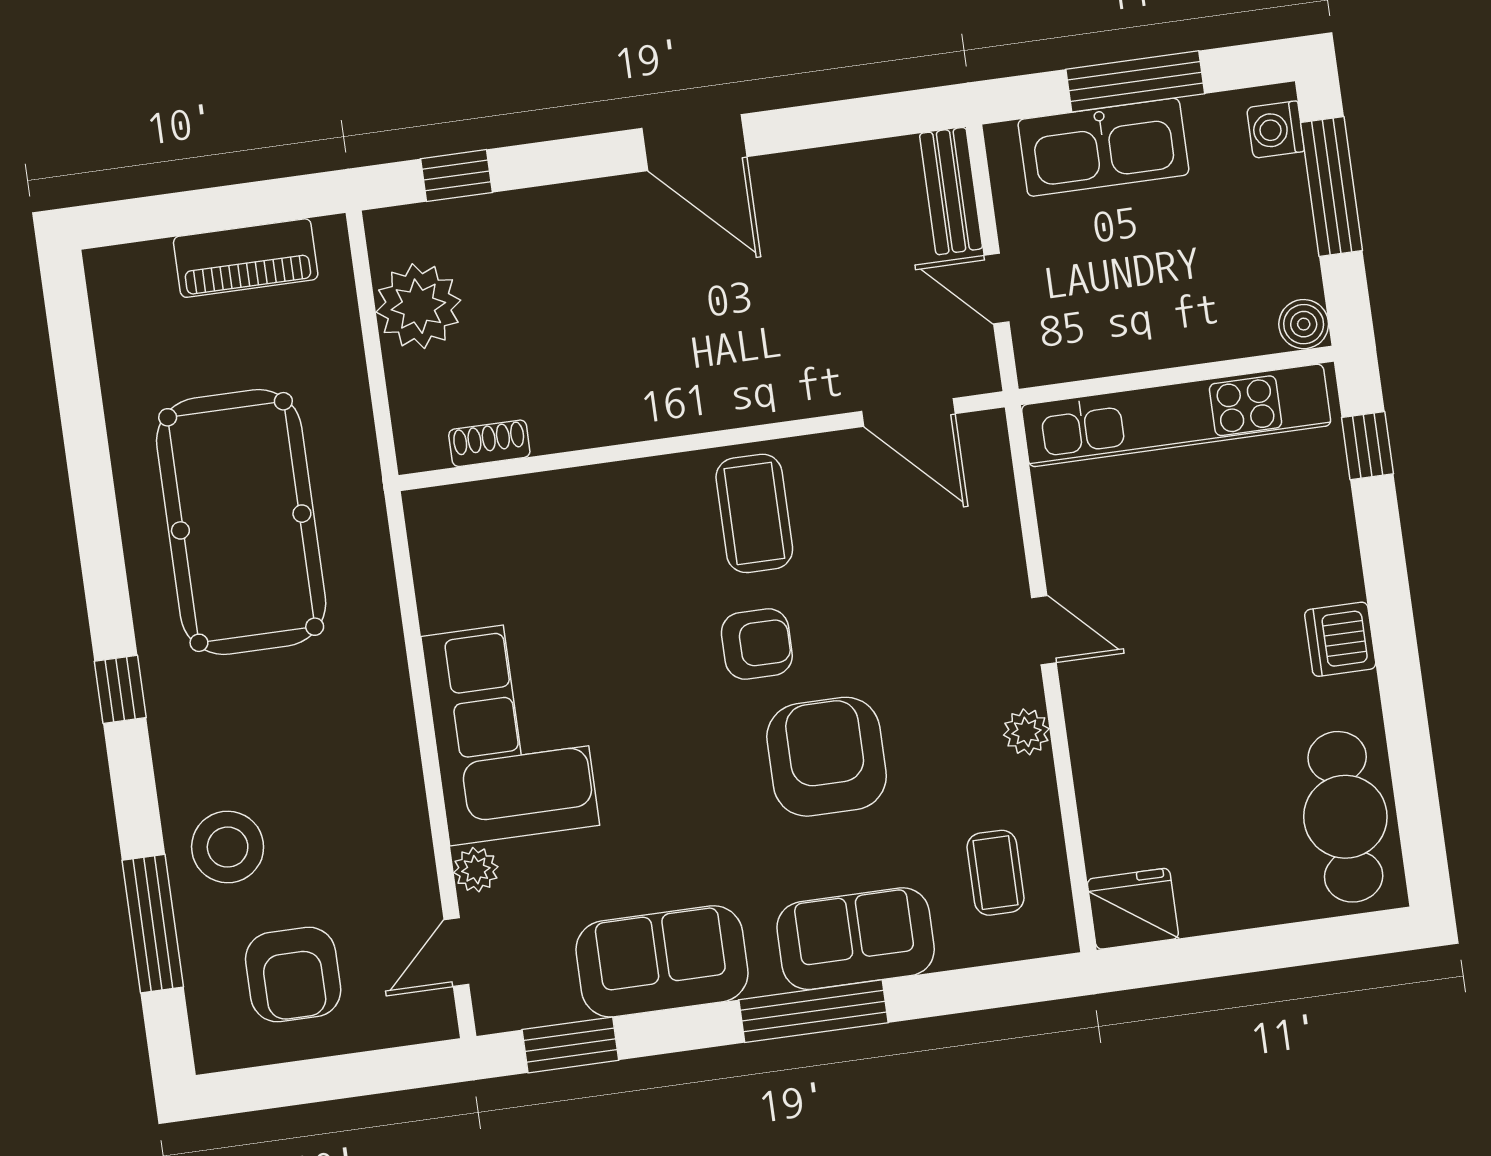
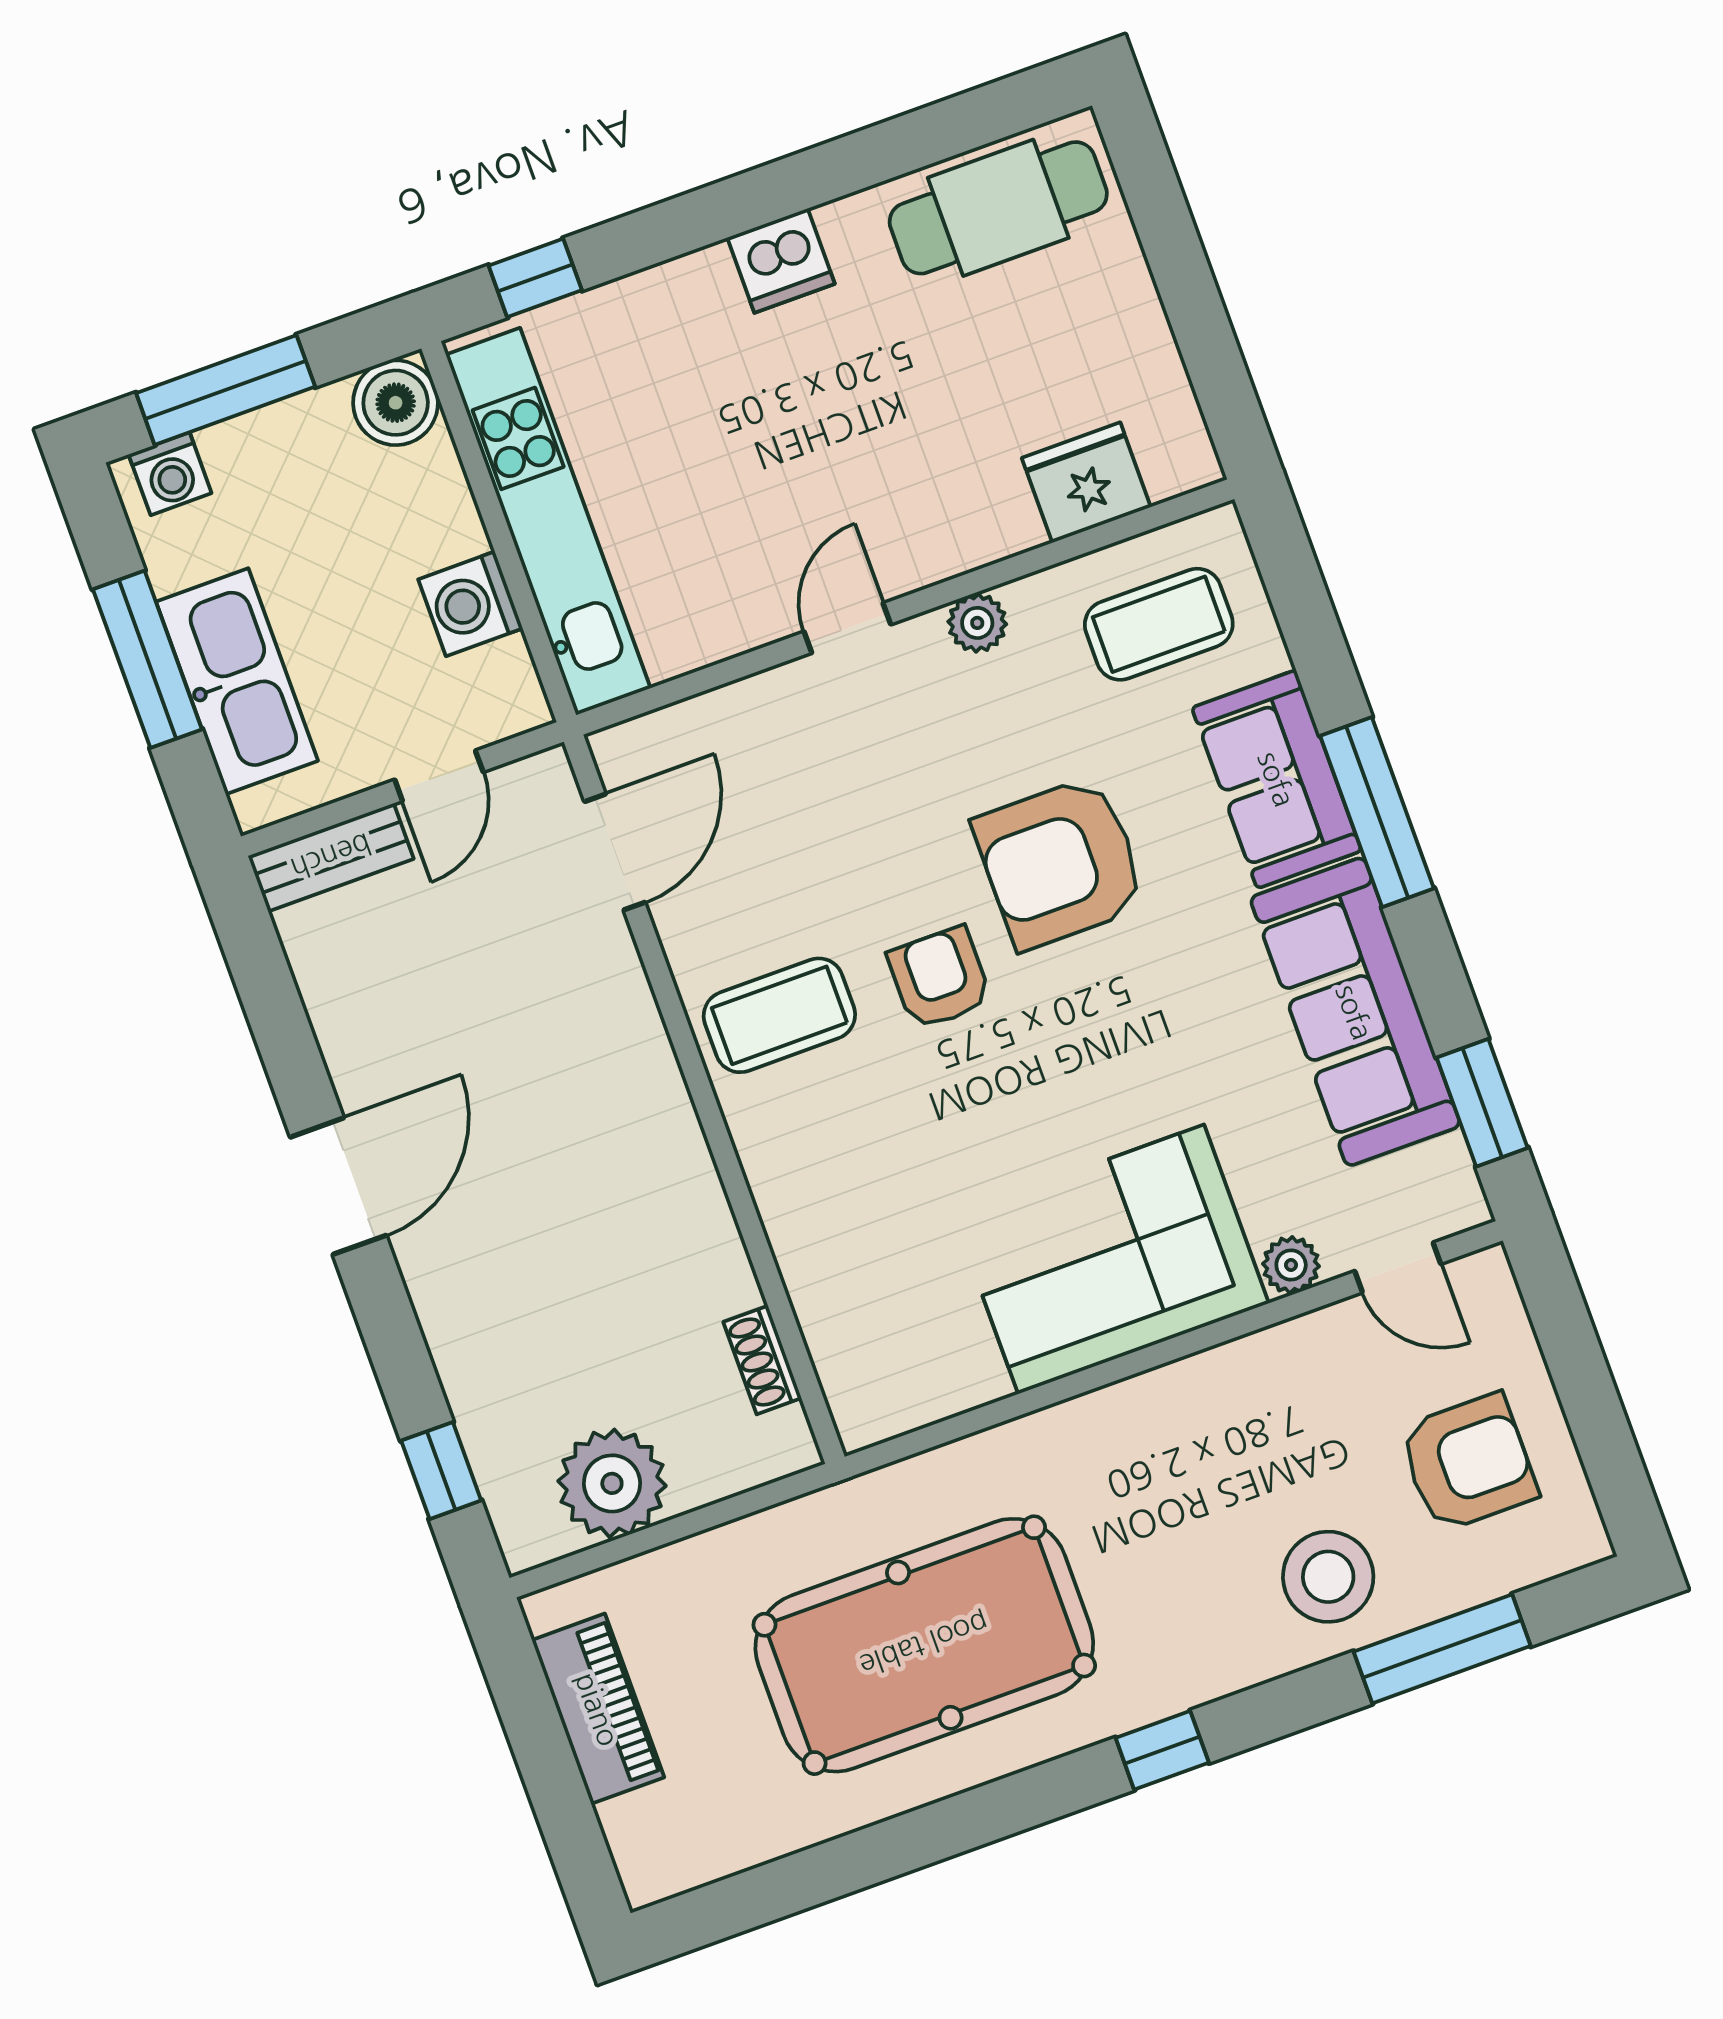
boiler: (1304, 324) -> (396, 403), width x1.36, depth x1.36
washing machine: (1125, 341) -> (470, 604), added
coffee table: (995, 873) -> (1159, 624), width x1.36, depth x1.30
fridge: (1133, 909) -> (1086, 483), moved, turned 90
sofa: (662, 961) -> (1355, 1012), width x1.36

